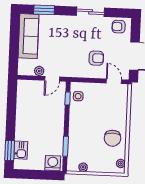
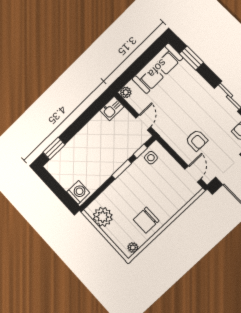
plant: (39, 71) -> (126, 92), moved
door: (52, 79) -> (143, 123), swing flipped
window: (66, 146) -> (122, 169), moved
kitchen sink: (21, 150) -> (112, 108), moved
plant: (83, 167) -> (103, 217), width x1.88, depth x1.88

